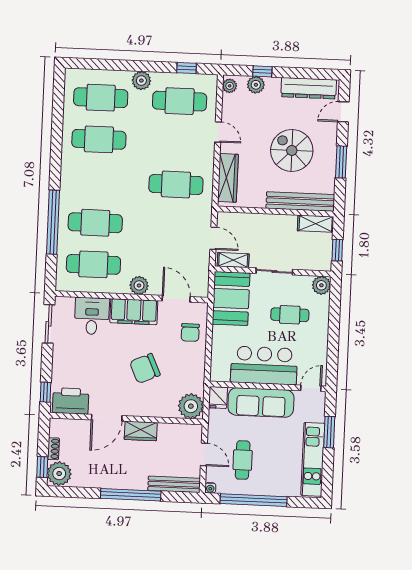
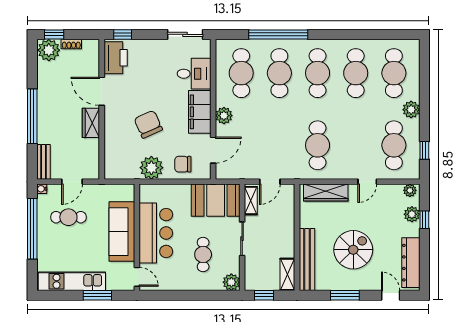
cafe table: (97, 181) -> (318, 73), added
fridge: (218, 397) -> (125, 192), removed
plant: (191, 406) -> (151, 168), moved
bench: (174, 484) -> (44, 162), width x0.73

